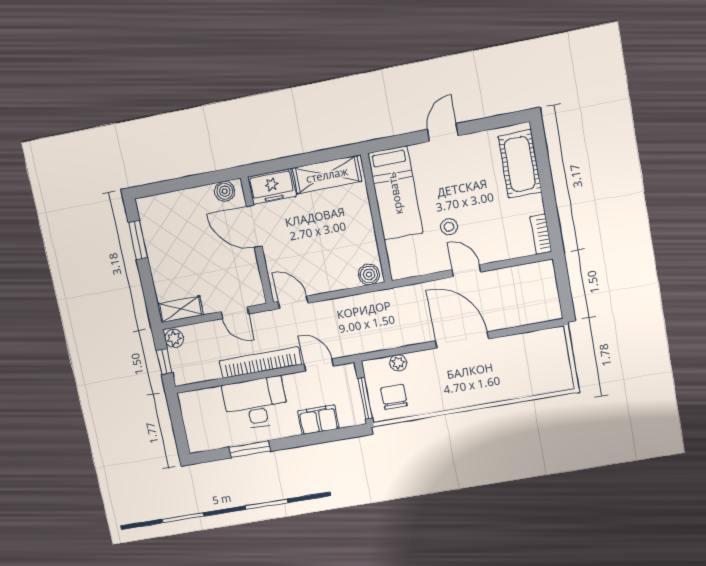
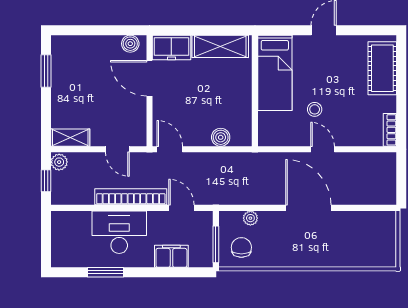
boiler: (369, 274) -> (221, 137), moved

